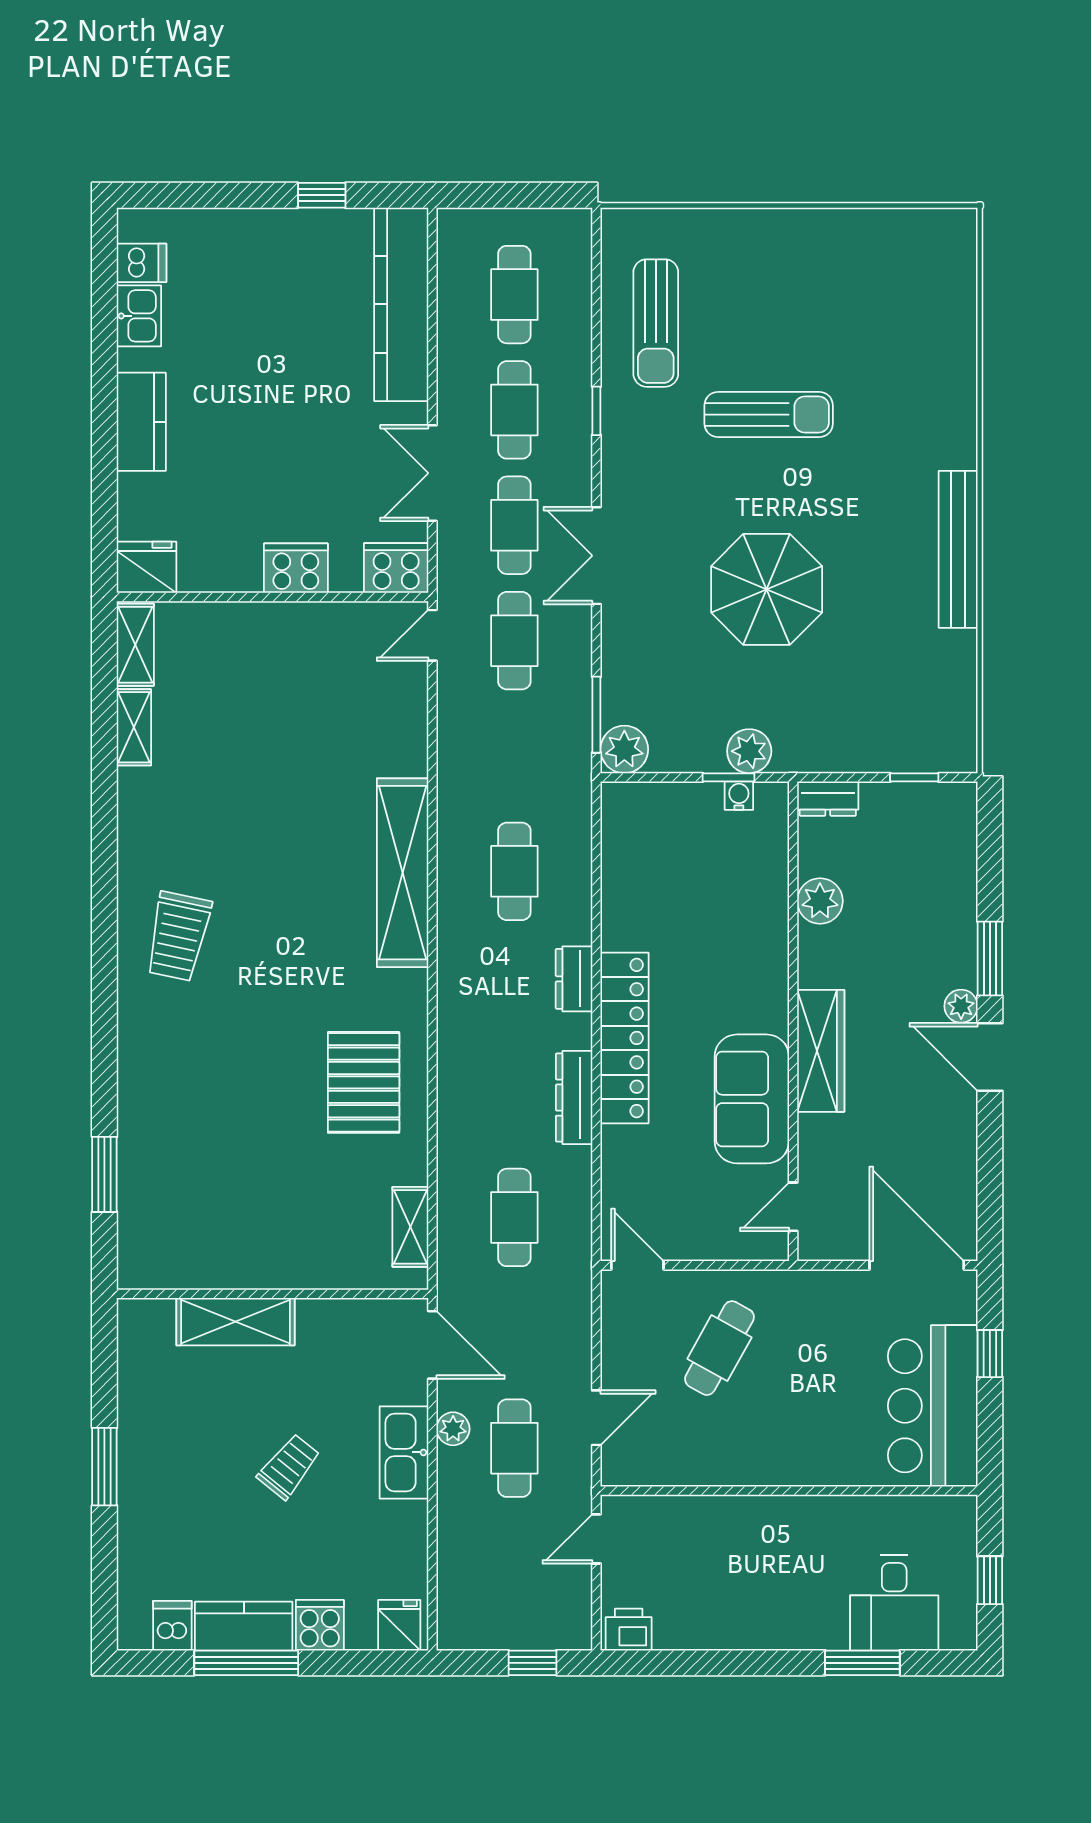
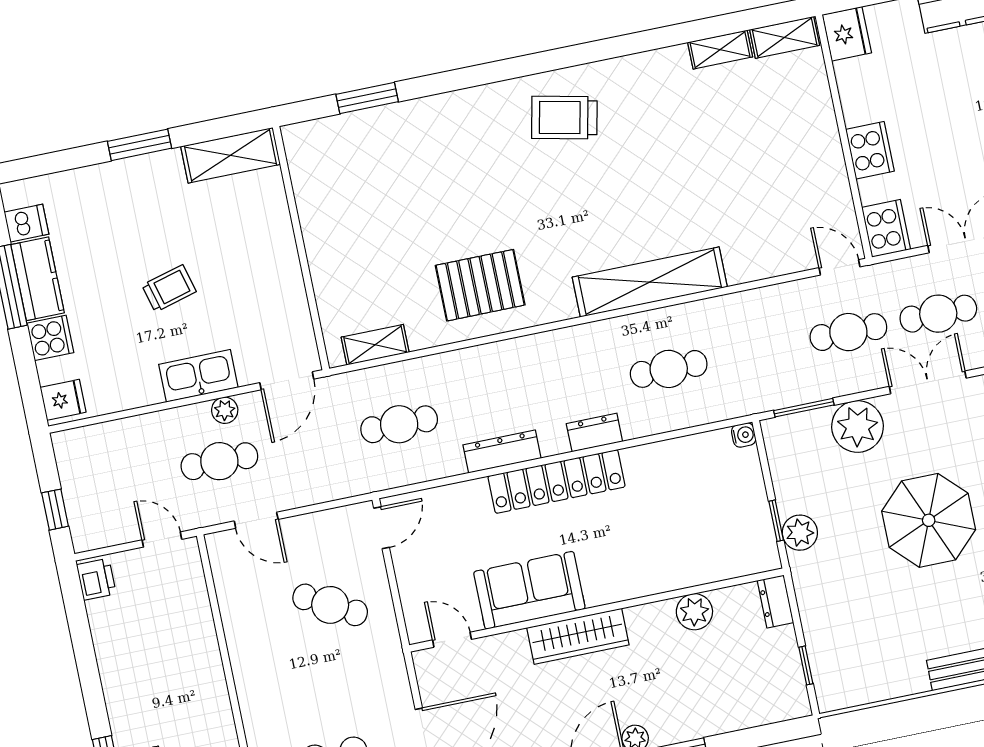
plant: (624, 749) -> (857, 426), moved, width x1.36, depth x1.36
water cooler: (739, 796) -> (744, 435), moved
shelving: (235, 1322) -> (230, 155), moved, turned 90
trolley: (289, 1467) -> (169, 288), turned -54

